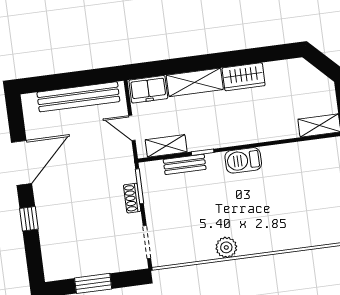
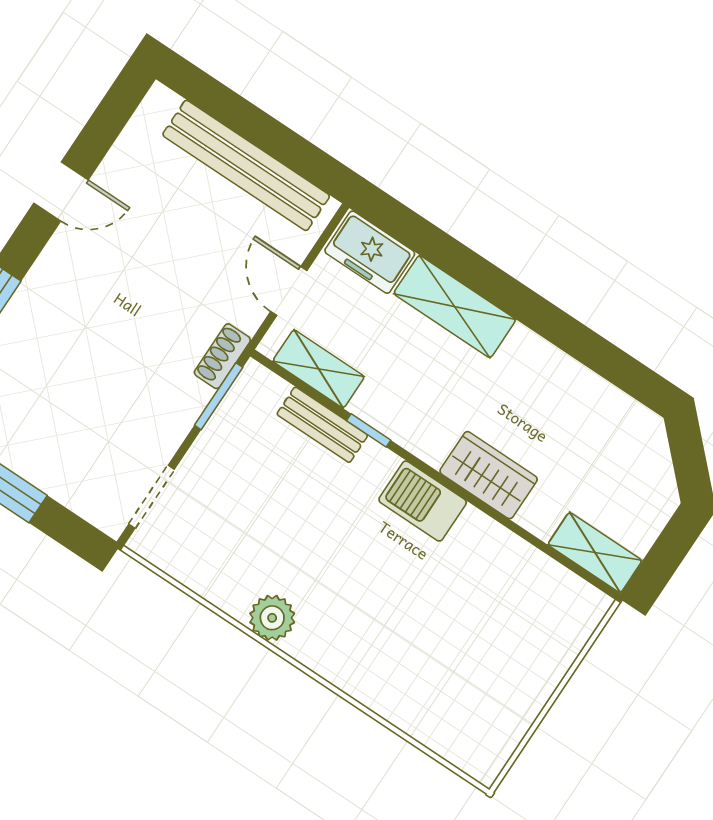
wardrobe: (244, 77) -> (489, 475), moved, turned 180
door: (21, 163) -> (61, 192), width x0.53
shoe rack: (132, 198) -> (222, 356), moved

